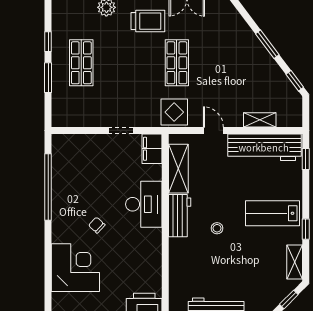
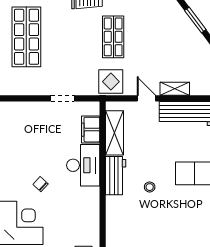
shop shelf: (81, 63) -> (26, 37), width x1.43, depth x1.36
shelving: (260, 120) -> (175, 89), moved
filing cabinet: (152, 149) -> (91, 130), moved

